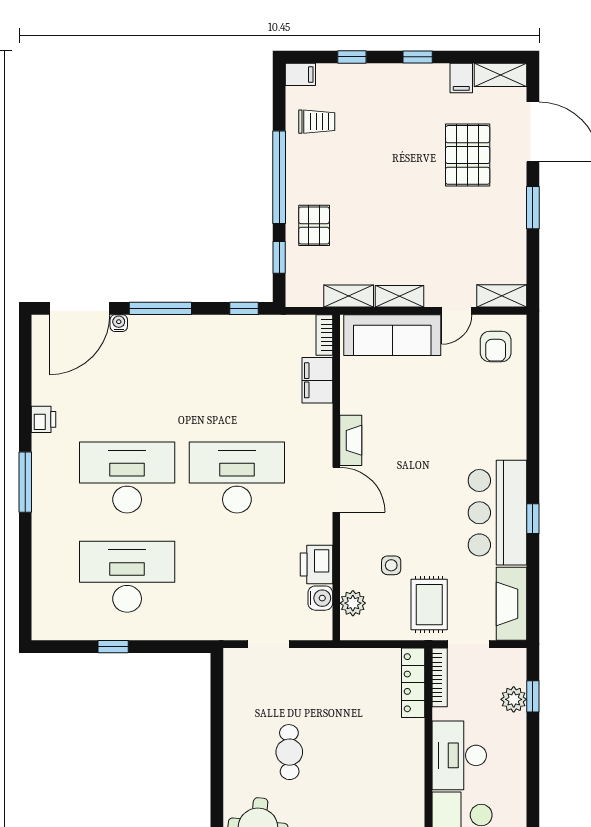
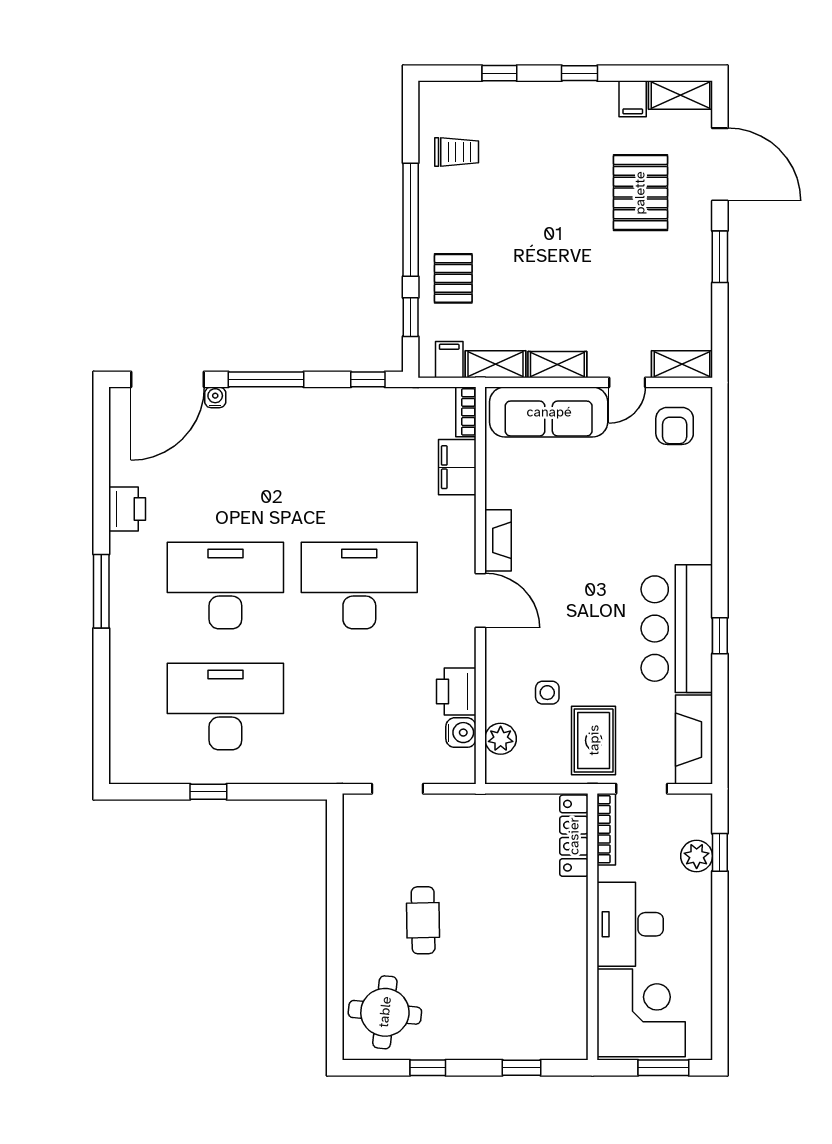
filing cabinet: (300, 74) -> (449, 360), moved, turned -90
printer: (44, 419) -> (127, 509), width x1.36, depth x1.24

